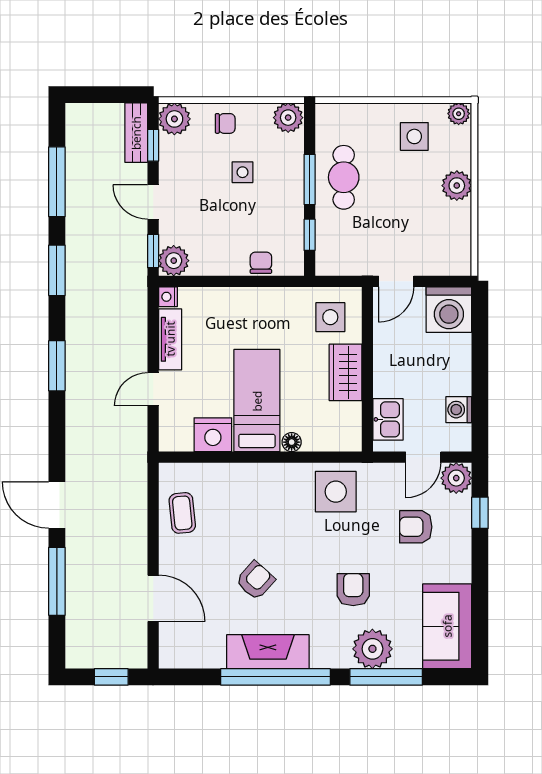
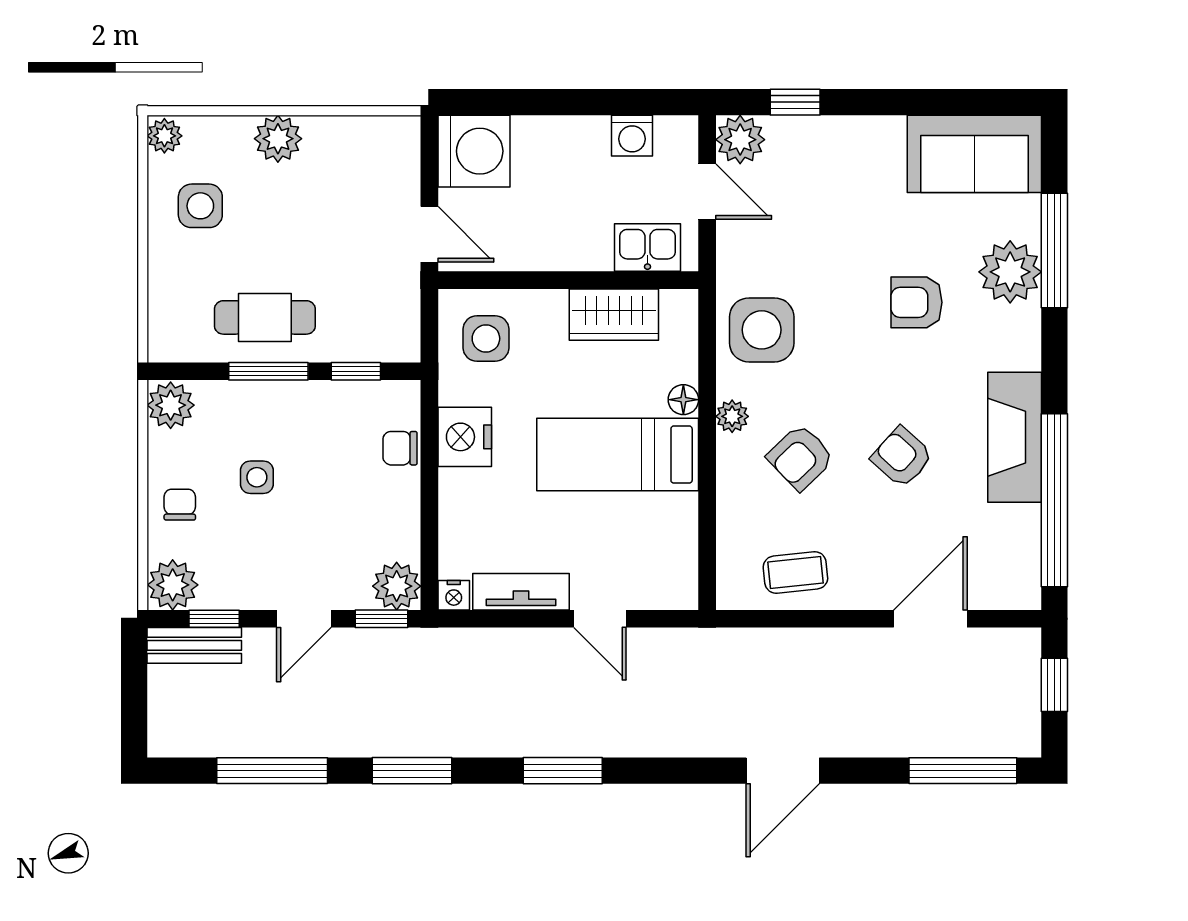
wardrobe: (345, 372) -> (614, 315), moved
nightstand: (213, 435) -> (465, 437), moved, turned 180
plant: (281, 473) -> (732, 416), added
armchair: (416, 527) -> (801, 457), moved, turned 46
window: (57, 581) -> (963, 771), moved
window: (276, 677) -> (1054, 500), moved

